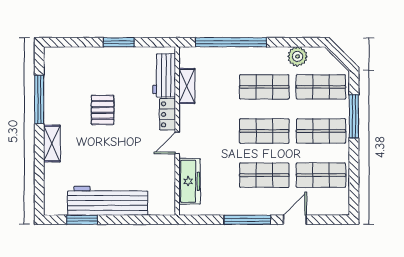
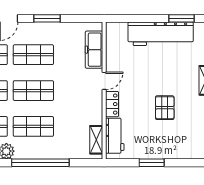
window: (231, 42) -> (40, 163), moved
shelving: (187, 86) -> (96, 140), moved
window: (247, 220) -> (47, 18), width x0.69

